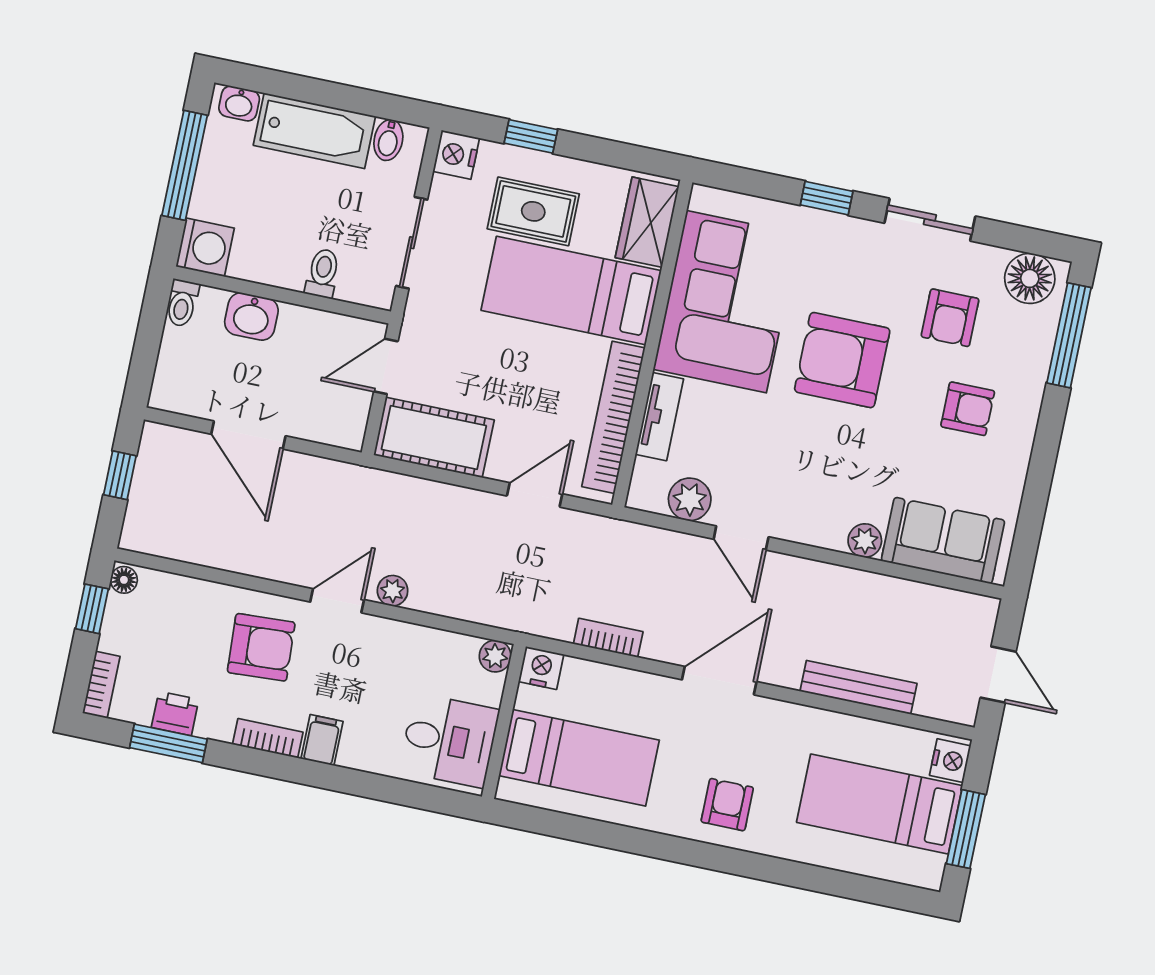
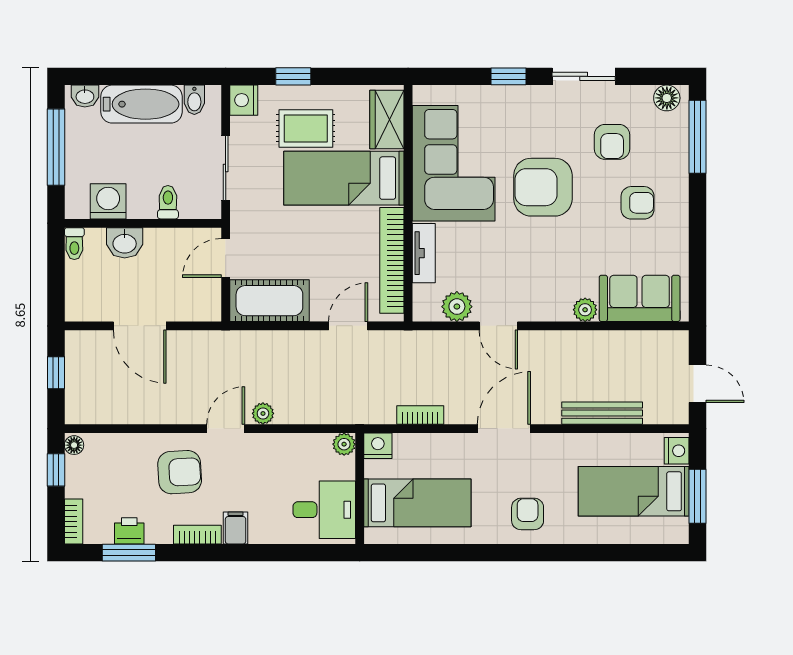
washing machine: (205, 247) -> (108, 201), moved, turned -90
floor lamp: (1030, 278) -> (667, 98), width x0.73, depth x0.73

